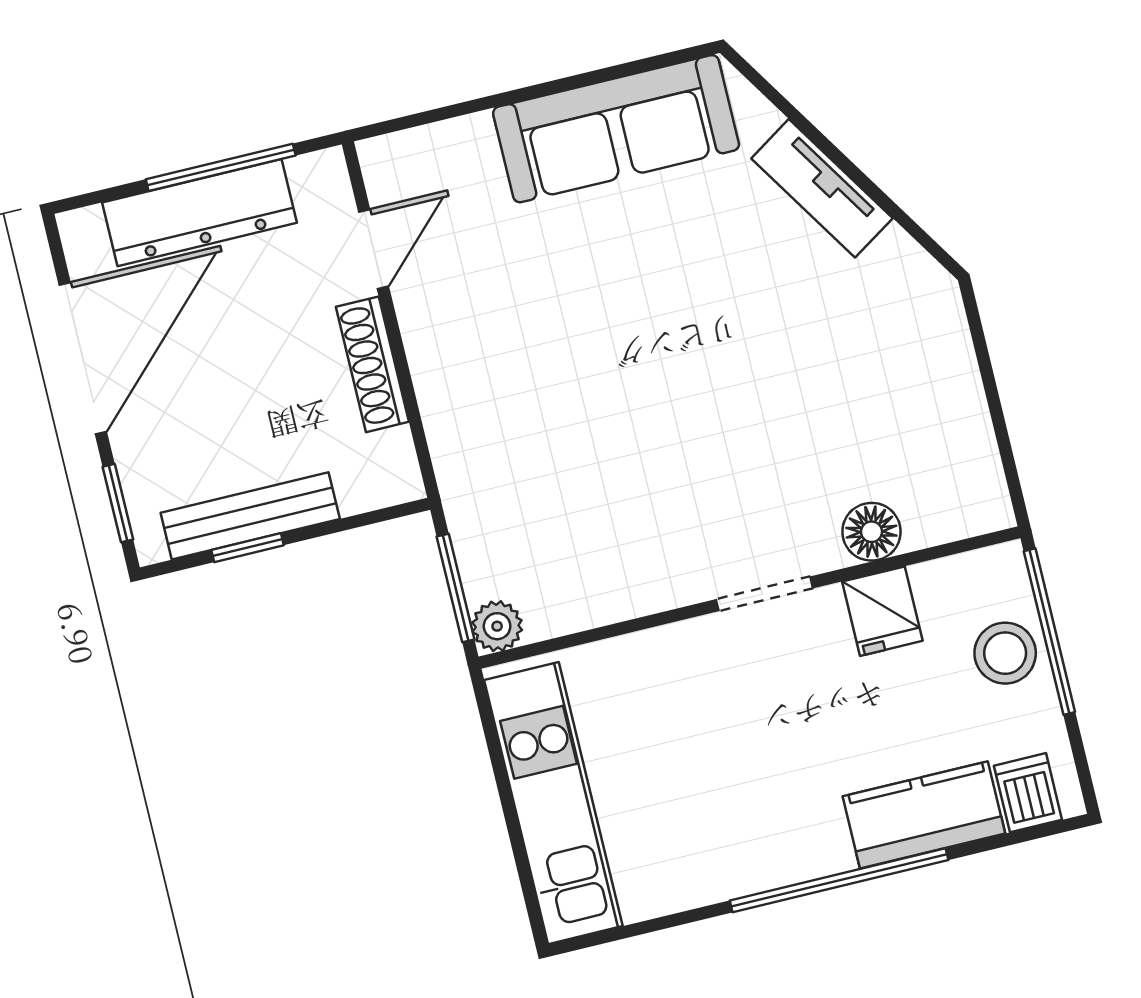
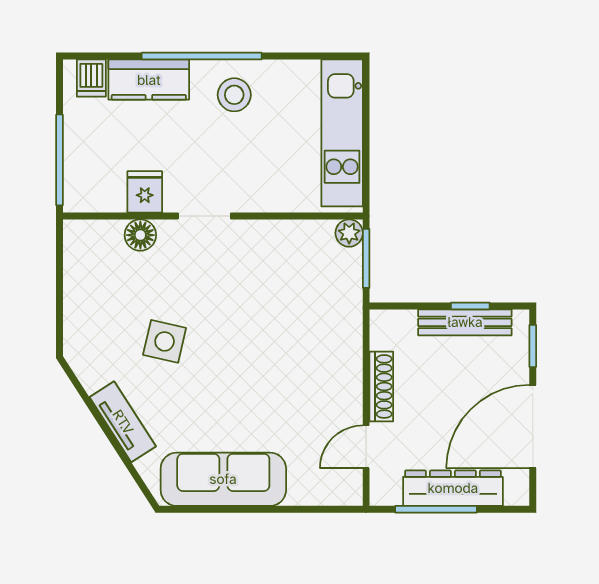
side table: (782, 351) -> (165, 341), added
stool: (1005, 653) -> (234, 95), moved

